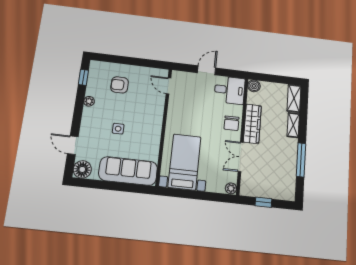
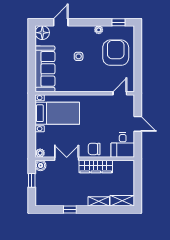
armchair: (120, 85) -> (116, 53), width x1.88, depth x1.88
boiler: (254, 86) -> (41, 165), moved
window: (301, 160) -> (70, 210), width x0.46

